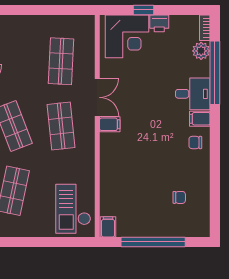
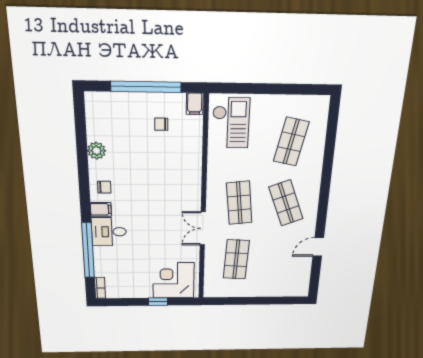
printer: (159, 23) -> (143, 291), removed
plant: (201, 51) -> (96, 151), moved
filing cabinet: (110, 124) -> (191, 204), removed
chair: (179, 197) -> (161, 124), moved

